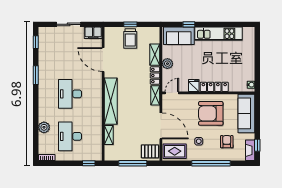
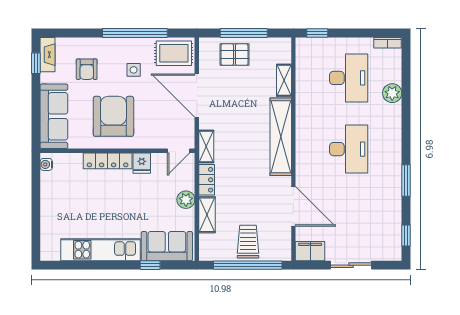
window: (130, 24) -> (248, 265), width x3.17
armchair: (211, 113) -> (113, 116), turned -90
pallet: (150, 151) -> (234, 55), moved
window: (211, 163) -> (135, 33), moved

